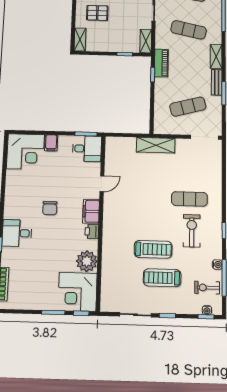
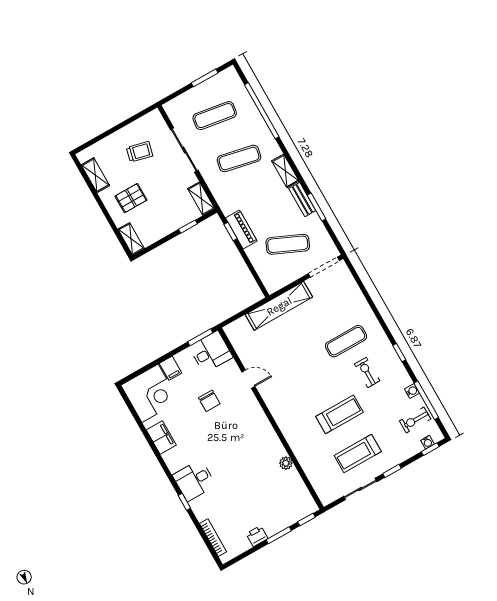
piano: (161, 63) -> (241, 229), moved
exercise mat: (188, 107) -> (288, 244), turned 39
shelving: (156, 145) -> (279, 306), width x1.47
door: (102, 184) -> (248, 379), hinge flipped
chair: (50, 208) -> (209, 401), moved
filing cabinet: (91, 211) -> (161, 437), moved, turned 180
exercise bike: (192, 231) -> (367, 372), width x0.73, depth x0.72
printer: (92, 232) -> (257, 536), moved, turned 90
plant: (87, 261) -> (286, 463), width x0.53, depth x0.53
treadmill: (162, 278) -> (358, 454), moved
corner desk: (78, 292) -> (290, 501), removed

